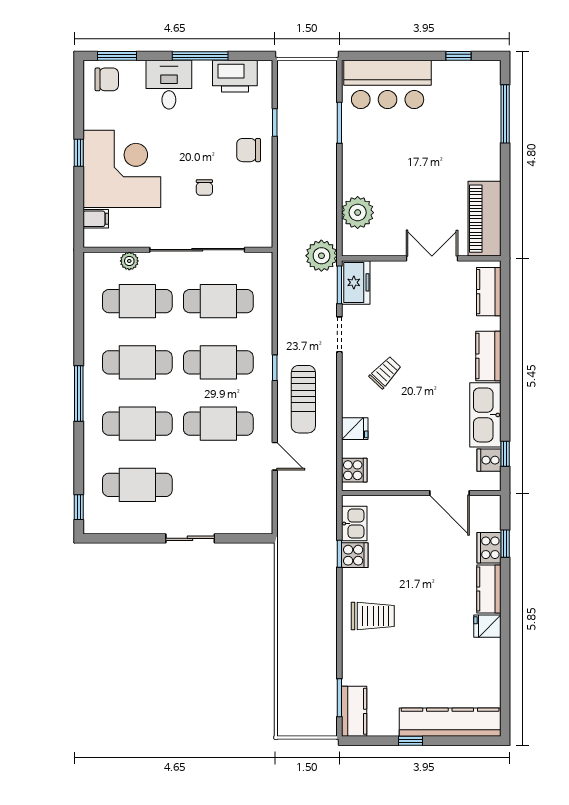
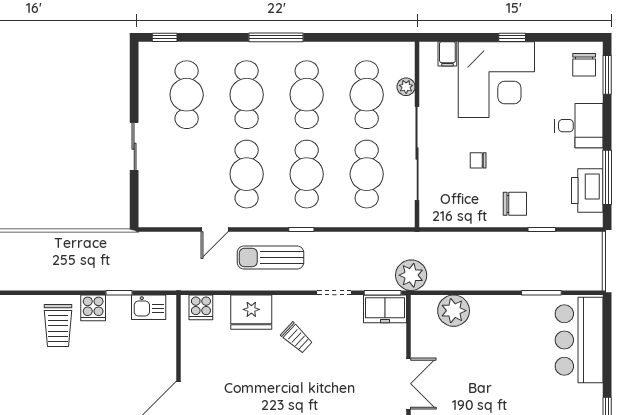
window: (200, 56) -> (607, 177), moved
chair: (249, 150) -> (515, 204), turned 90
fridge: (355, 429) -> (251, 312), width x1.88, depth x1.34
cooker: (355, 555) -> (93, 308), moved

